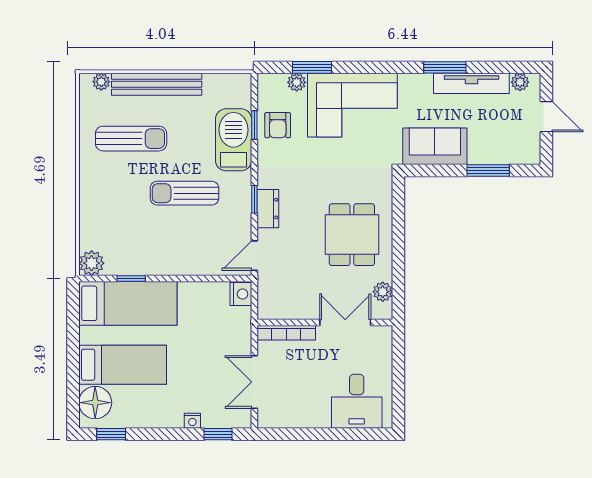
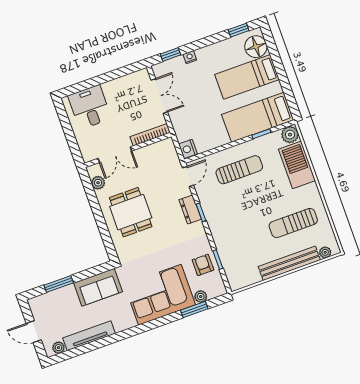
window: (445, 67) -> (110, 340), removed
barbecue: (234, 140) -> (297, 165), moved, turned 180
sun lounger: (184, 193) -> (239, 170), moved

